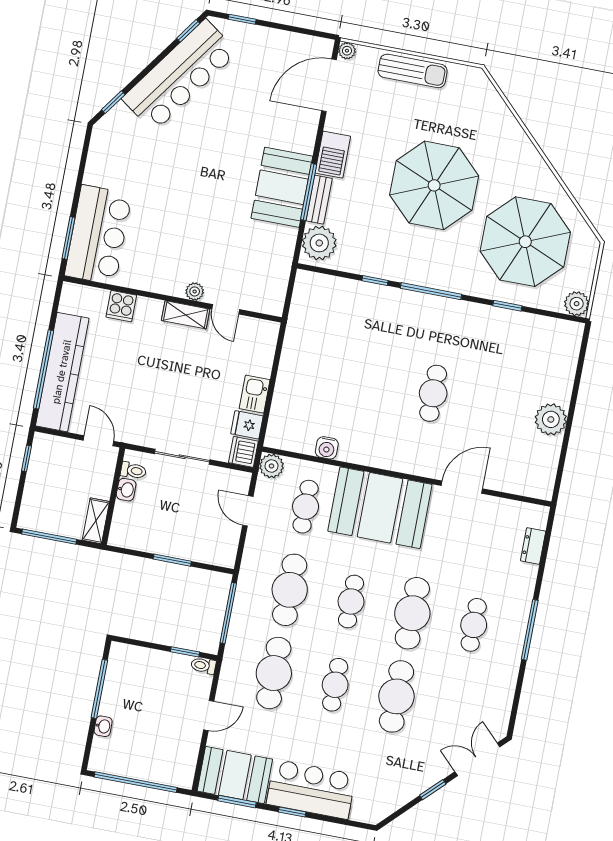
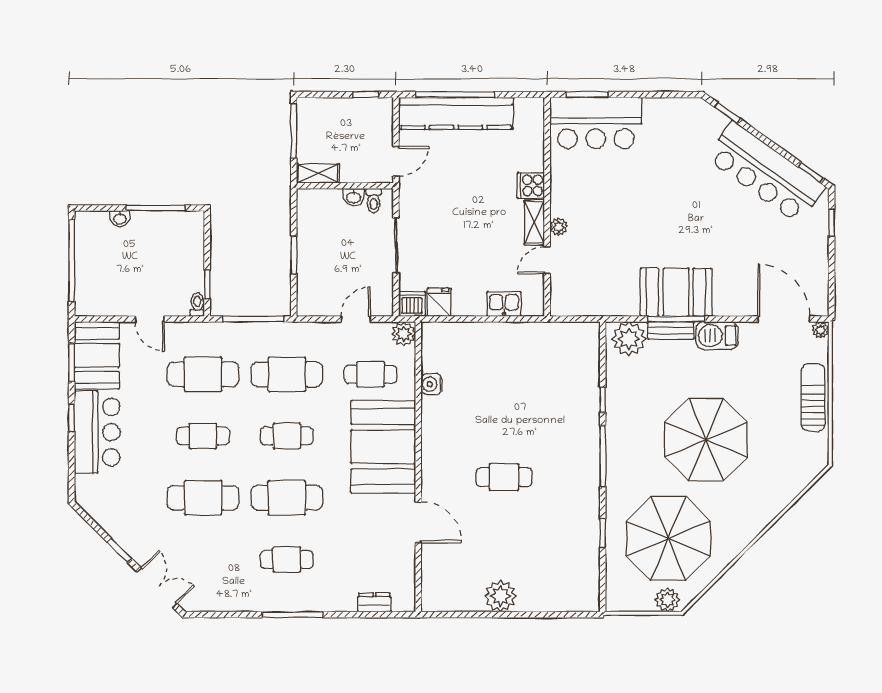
sun lounger: (413, 71) -> (813, 398), turned 180
plant: (577, 304) -> (667, 600), moved
cooker: (121, 306) -> (531, 185), moved
kitchen sink: (255, 394) -> (504, 304), moved

